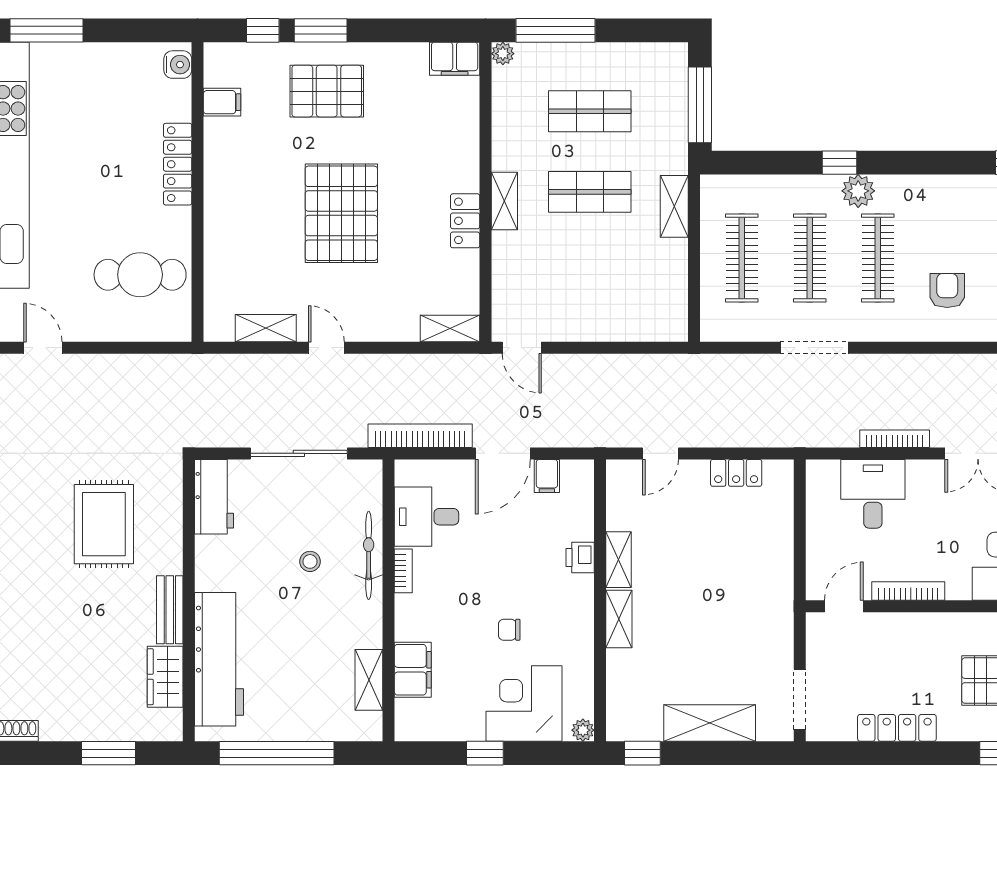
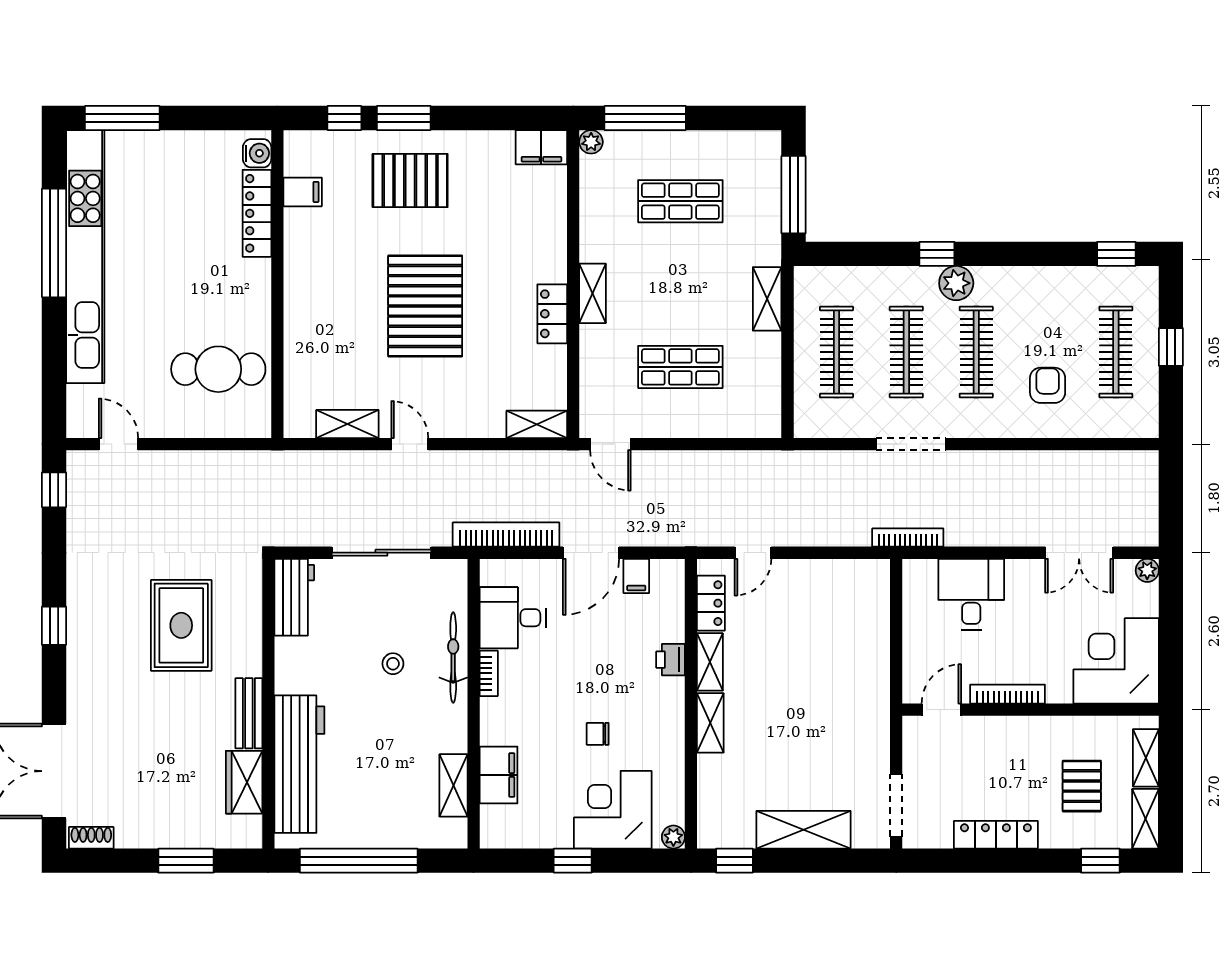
locker: (178, 164) -> (257, 213), moved
shop shelf: (590, 192) -> (680, 367), moved
bookcase: (895, 439) -> (908, 538), moved
locker: (736, 473) -> (711, 603), moved, turned -90

